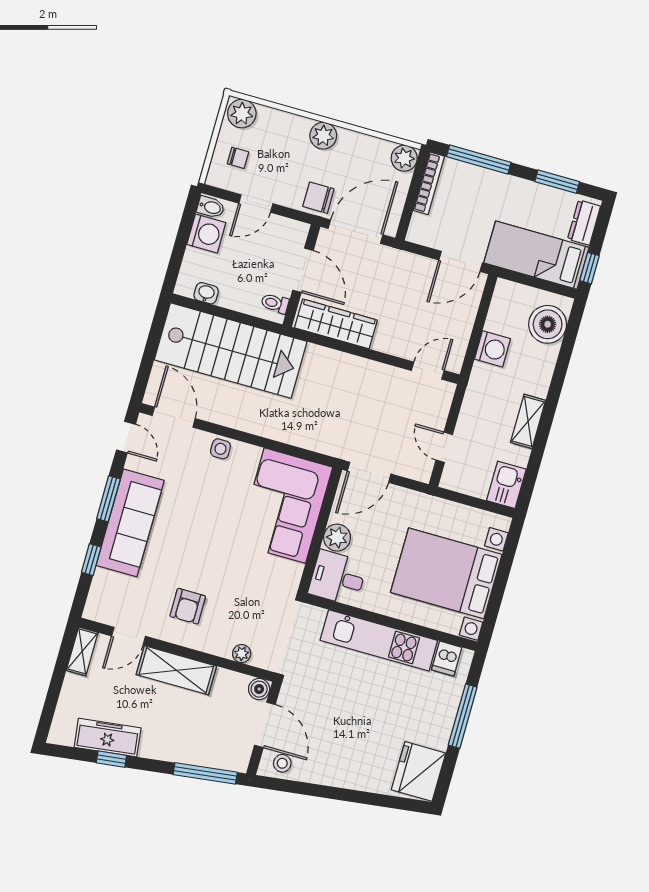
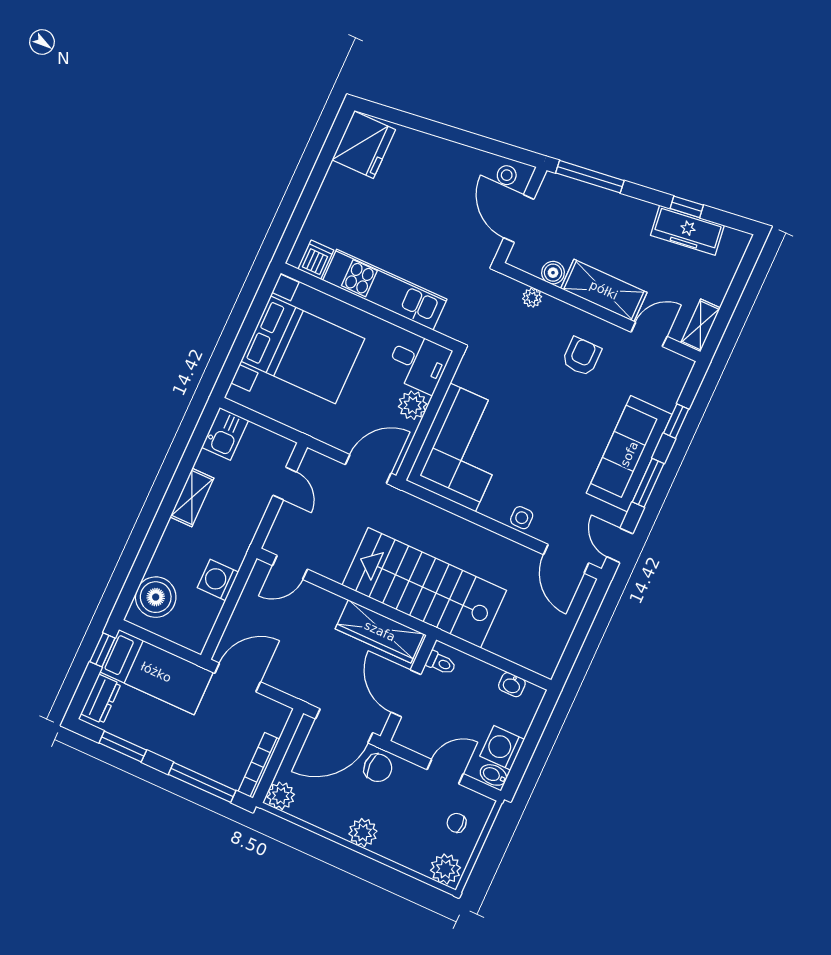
stairs: (231, 351) -> (424, 588), moved
boiler: (259, 689) -> (553, 273), moved
window: (463, 716) -> (308, 196), removed

